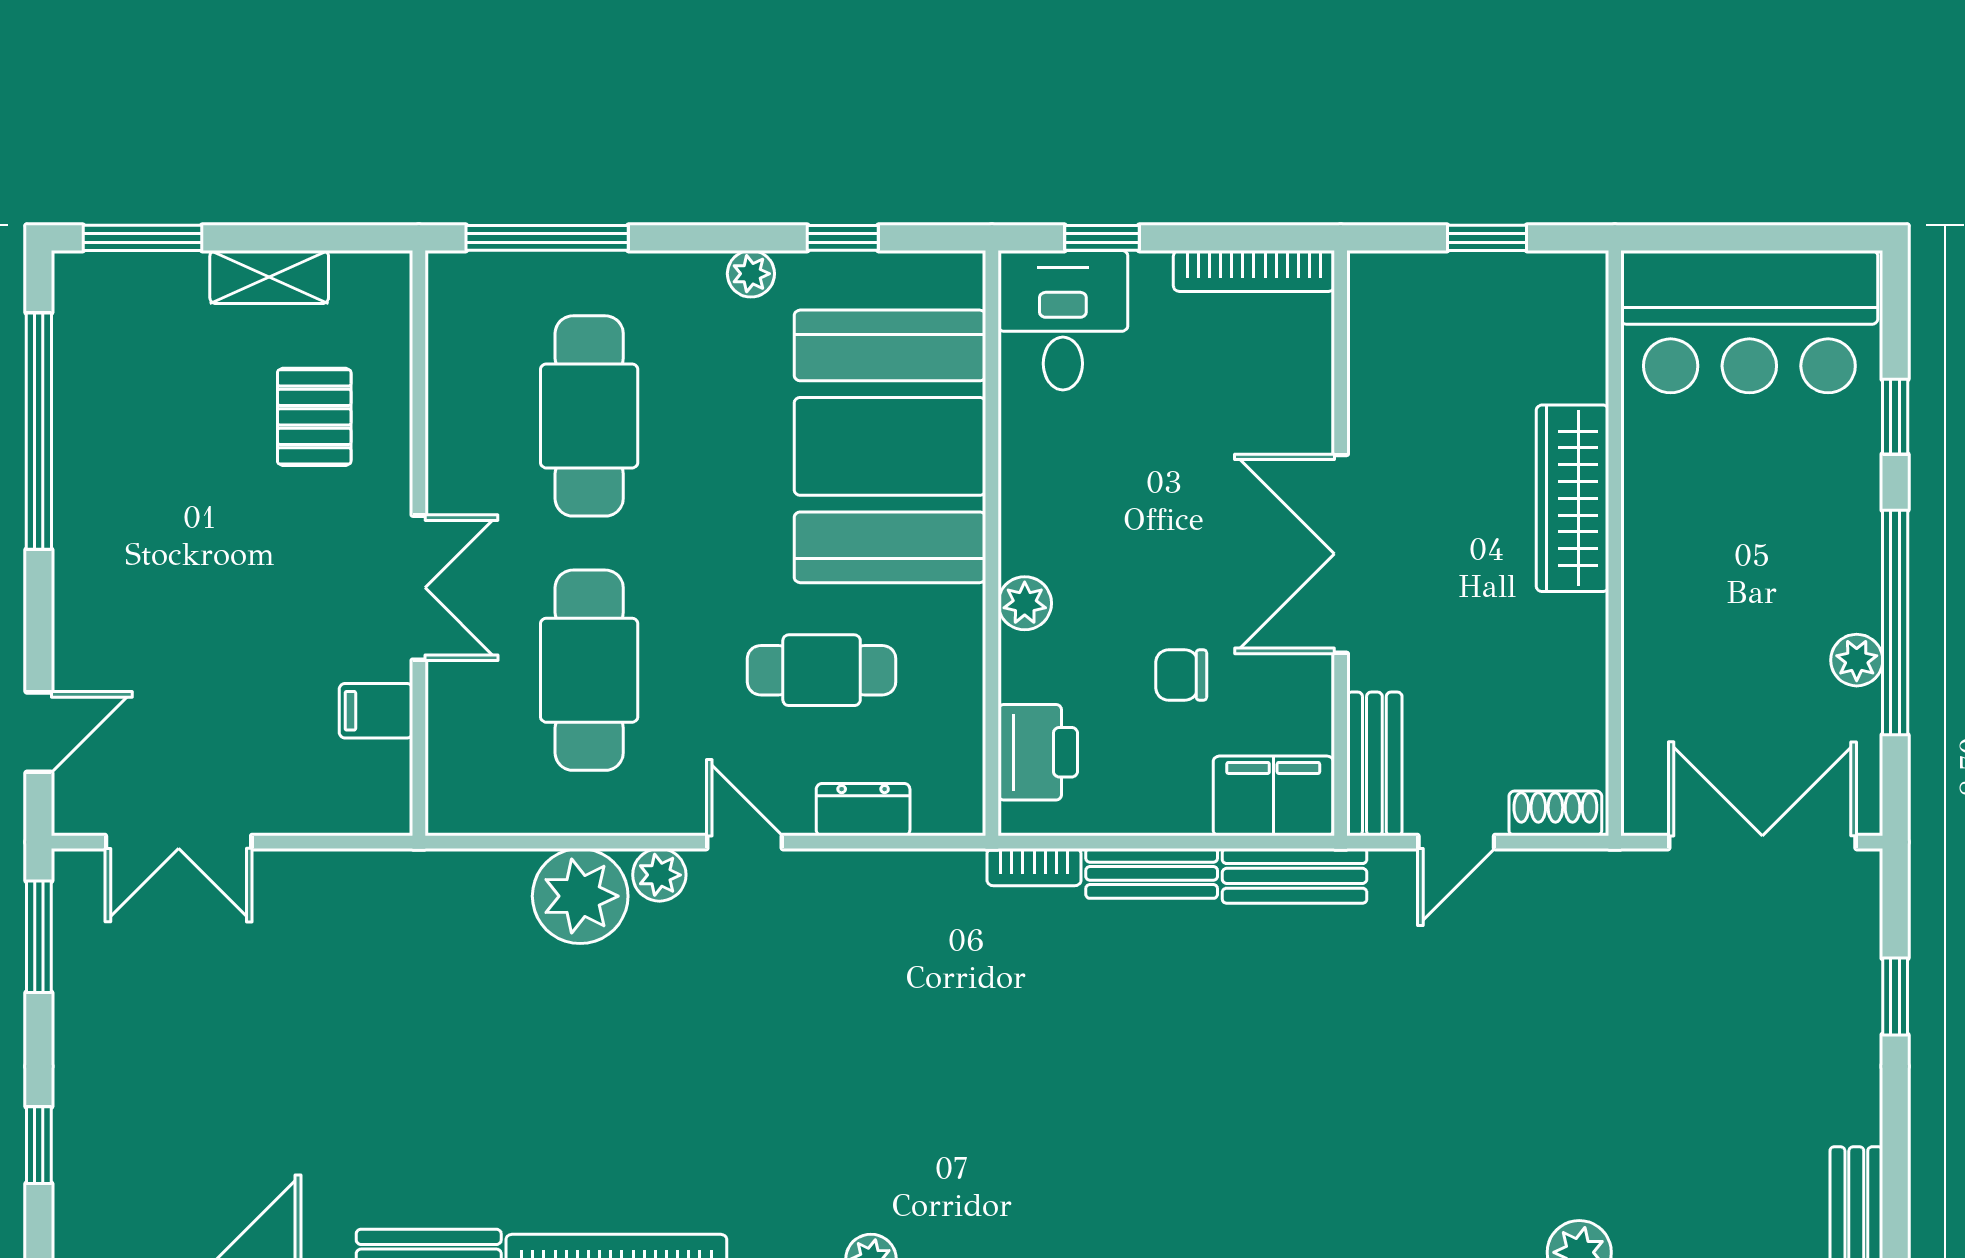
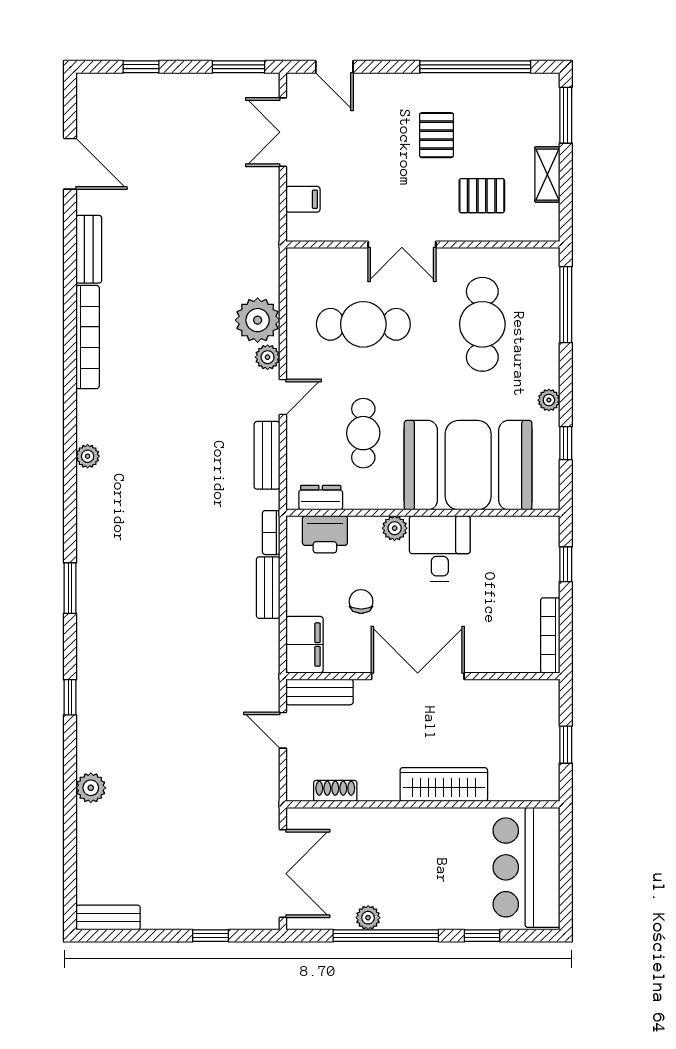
desk: (1063, 320) -> (440, 548), moved, turned -90
cafe table: (589, 416) -> (482, 324), turned 90
pallet: (185, 514) -> (437, 135), added
filing cabinet: (376, 711) -> (303, 199), moved, turned 90
dresser: (863, 810) -> (321, 498), moved, turned -90
shoe rack: (1555, 813) -> (335, 791), moved, turned -90
bench: (1295, 876) -> (267, 455), moved

